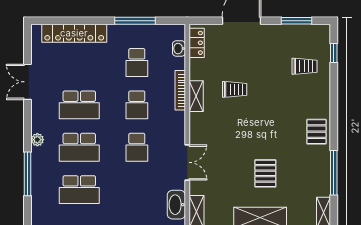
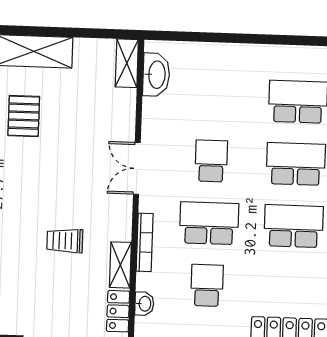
shelving: (196, 96) -> (120, 265), moved
school desk: (137, 105) -> (209, 223), width x1.85
double door: (187, 162) -> (137, 168), moved

